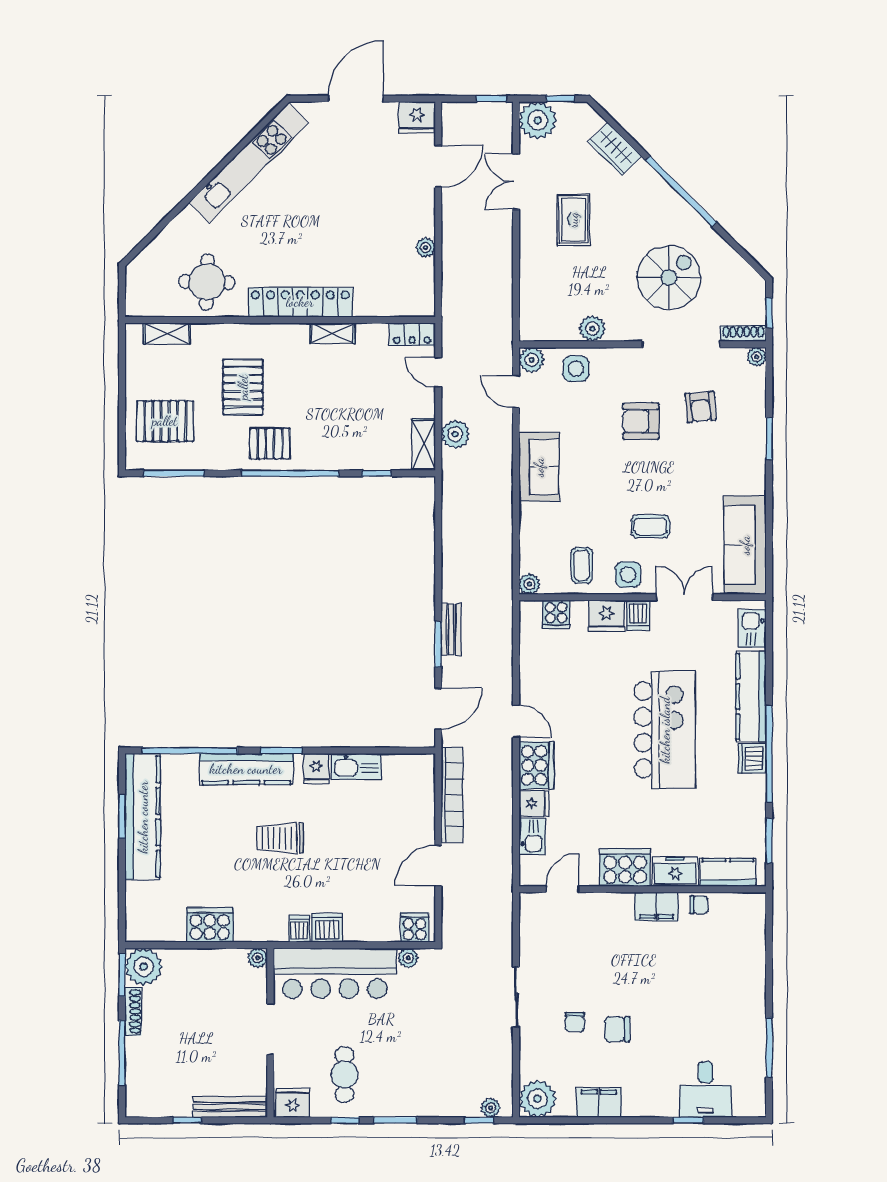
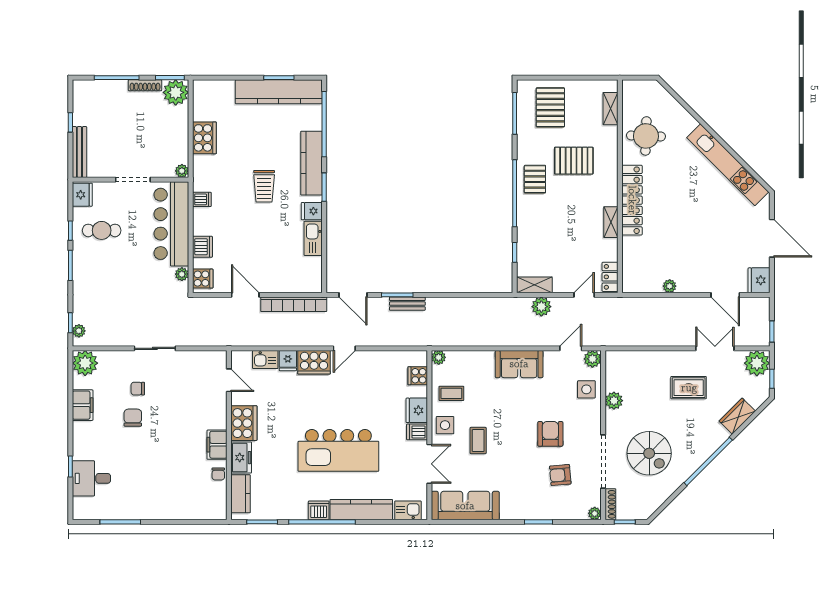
trolley: (280, 838) -> (264, 186), turned 180
dishwasher: (327, 928) -> (202, 247), moved

